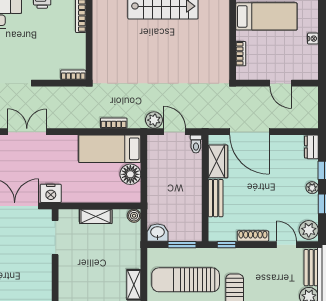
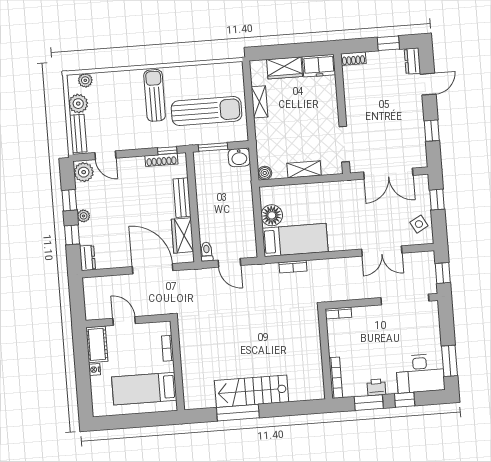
cot: (309, 63) -> (97, 344), added
plant: (154, 120) -> (252, 273), removed
nightstand: (51, 193) -> (352, 189), removed
shoe rack: (253, 236) -> (161, 160), moved

